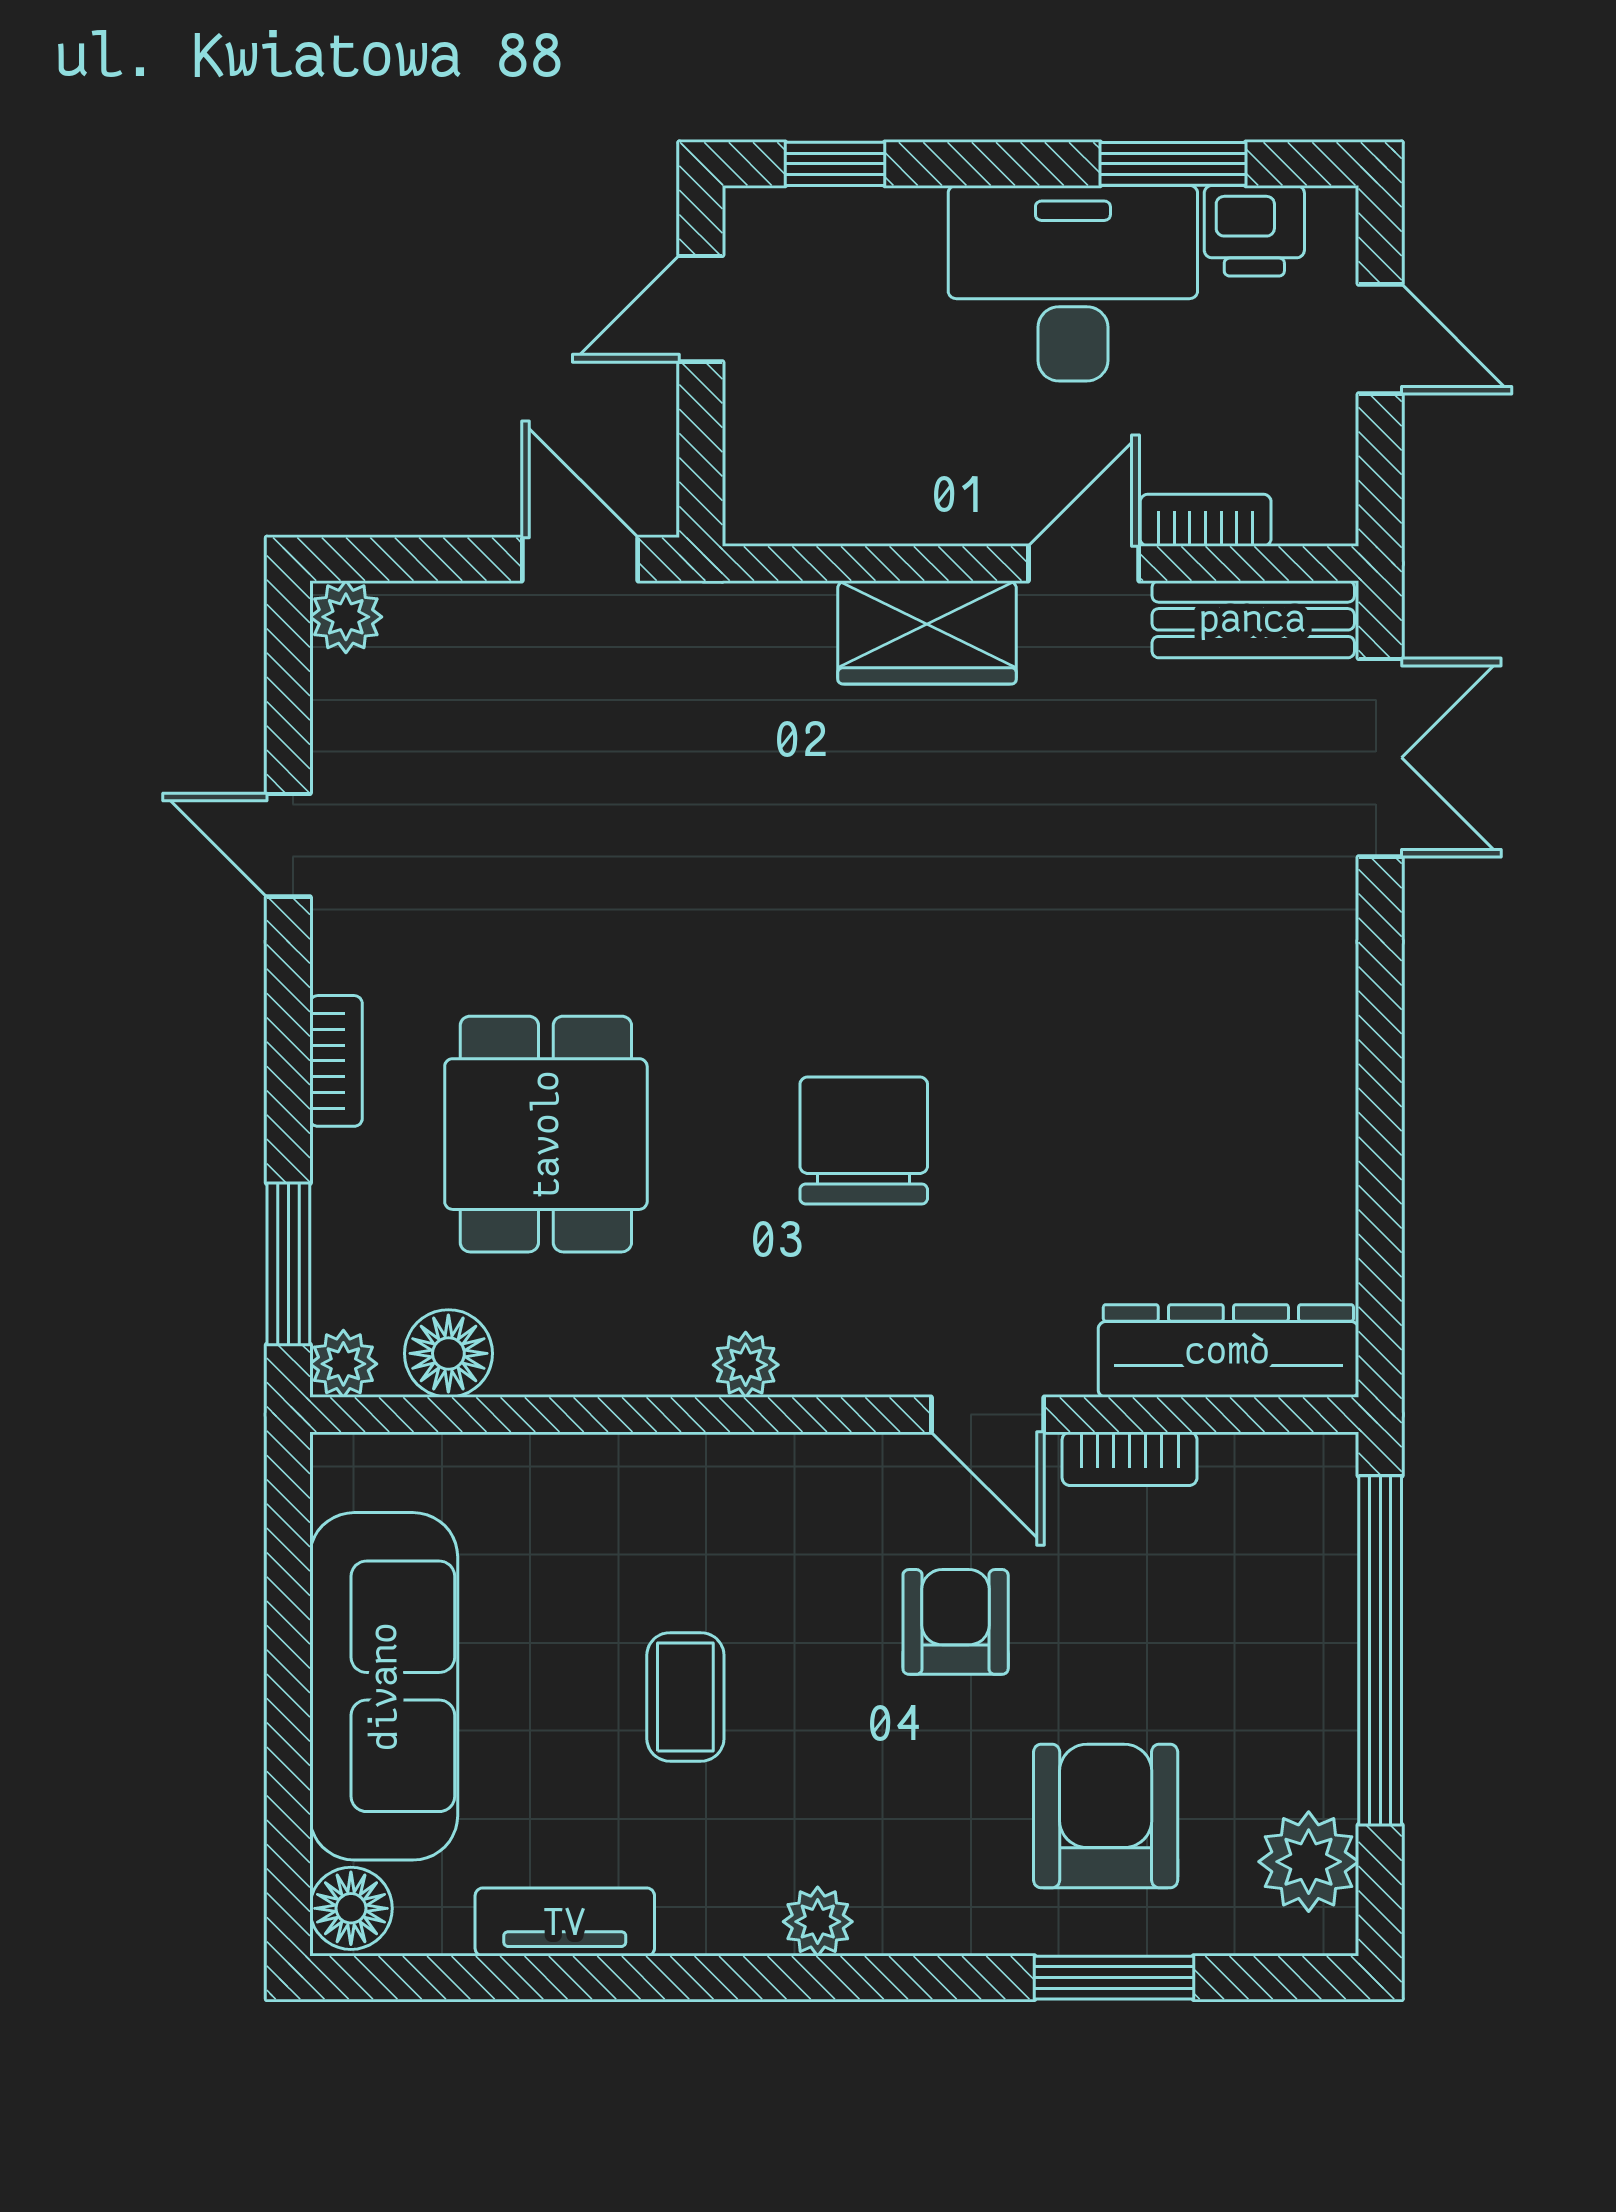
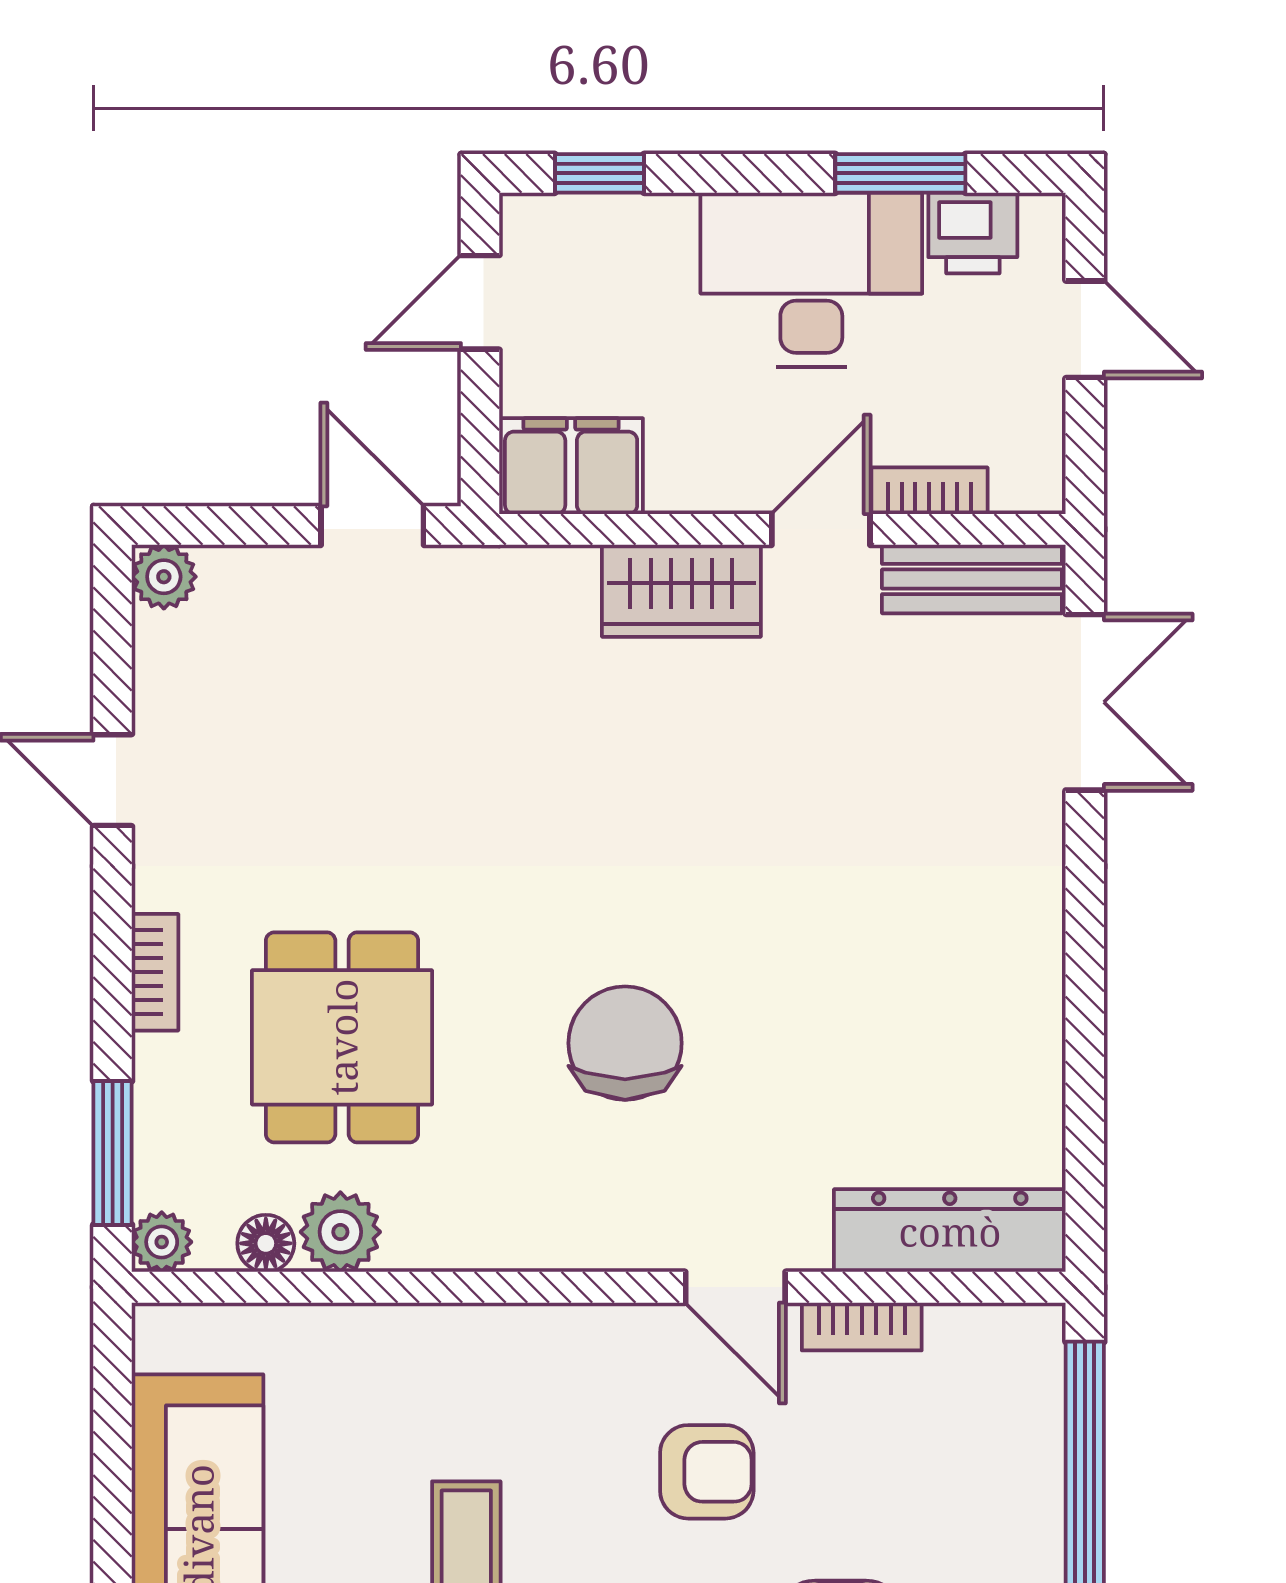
filing cabinet: (803, 492) -> (571, 466), added
floor lamp: (448, 1353) -> (266, 1243), width x0.73, depth x0.73
plant: (746, 1365) -> (340, 1232), moved, width x1.38, depth x1.38
armchair: (956, 1622) -> (707, 1472), turned 90

